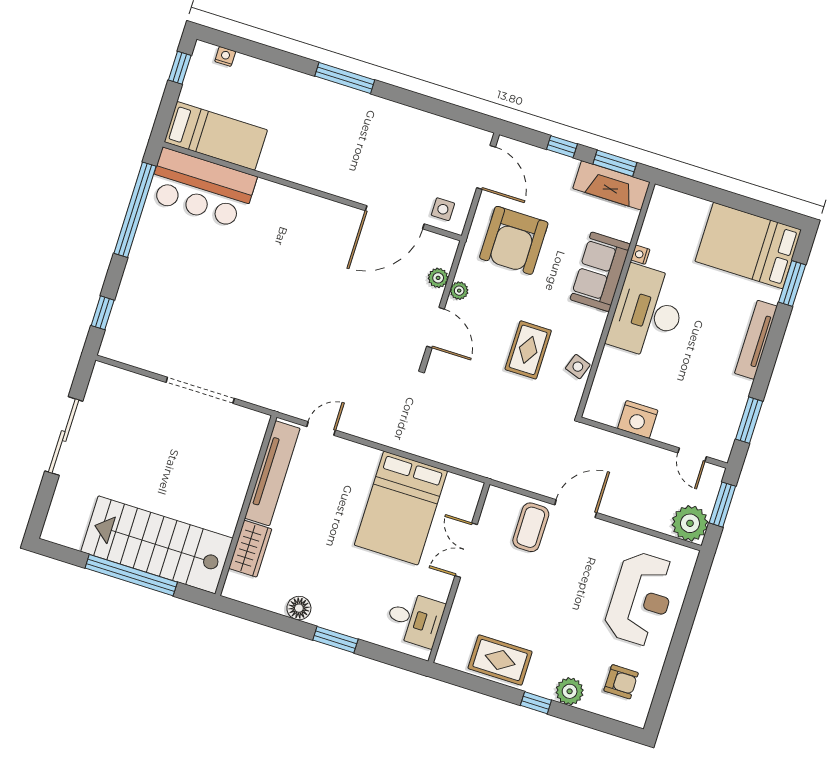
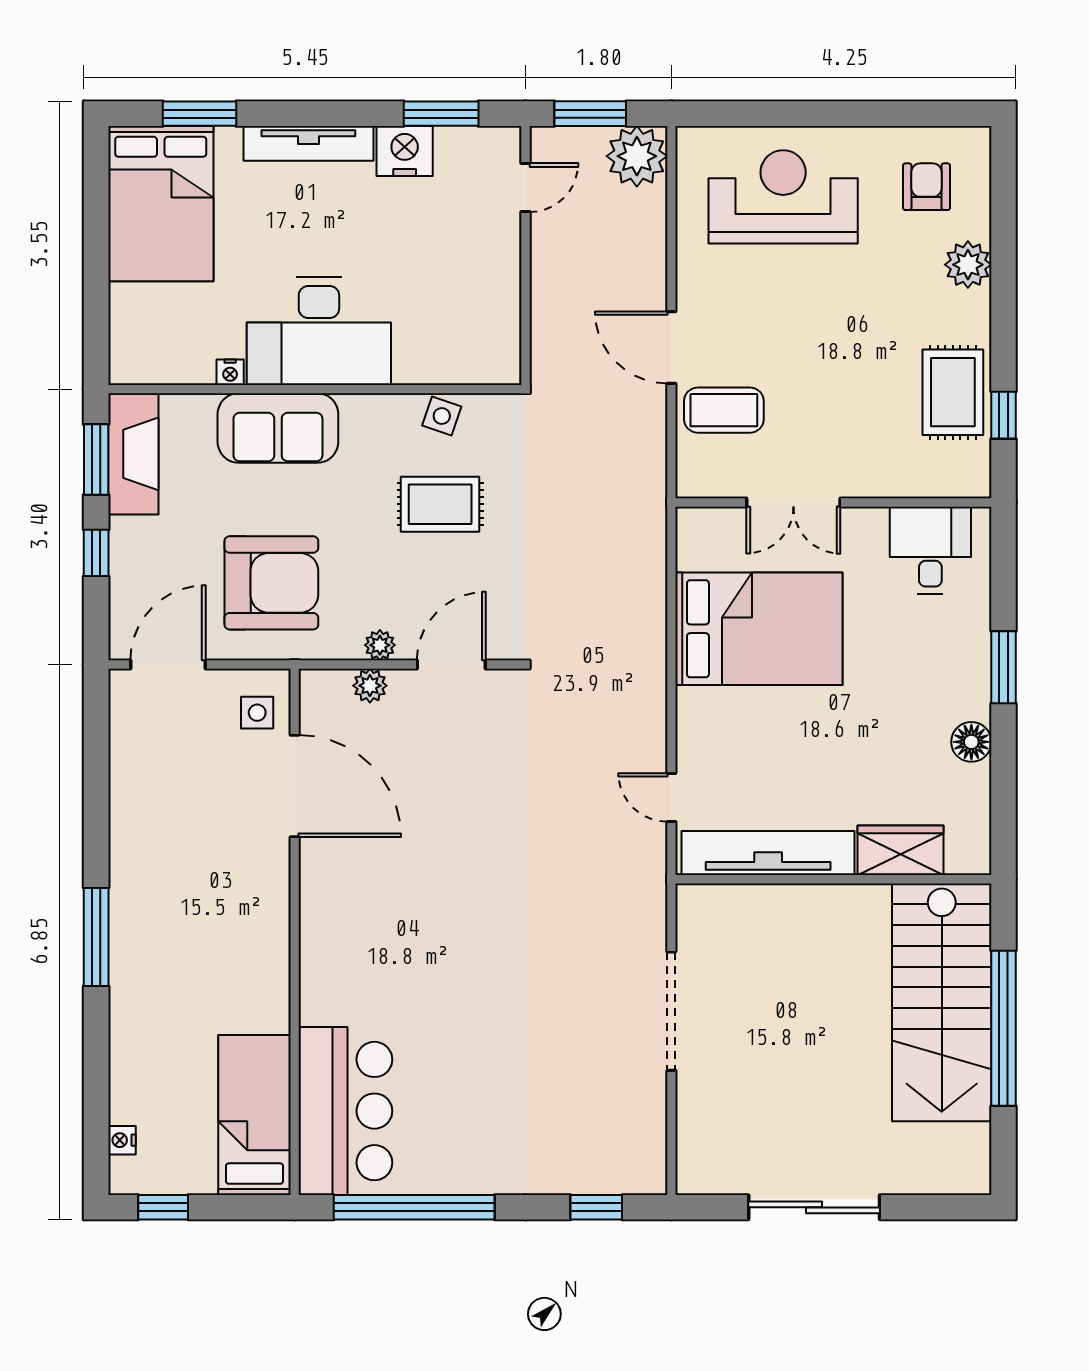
nightstand: (638, 419) -> (405, 151), moved, turned -90
window: (536, 703) -> (1004, 415), moved

